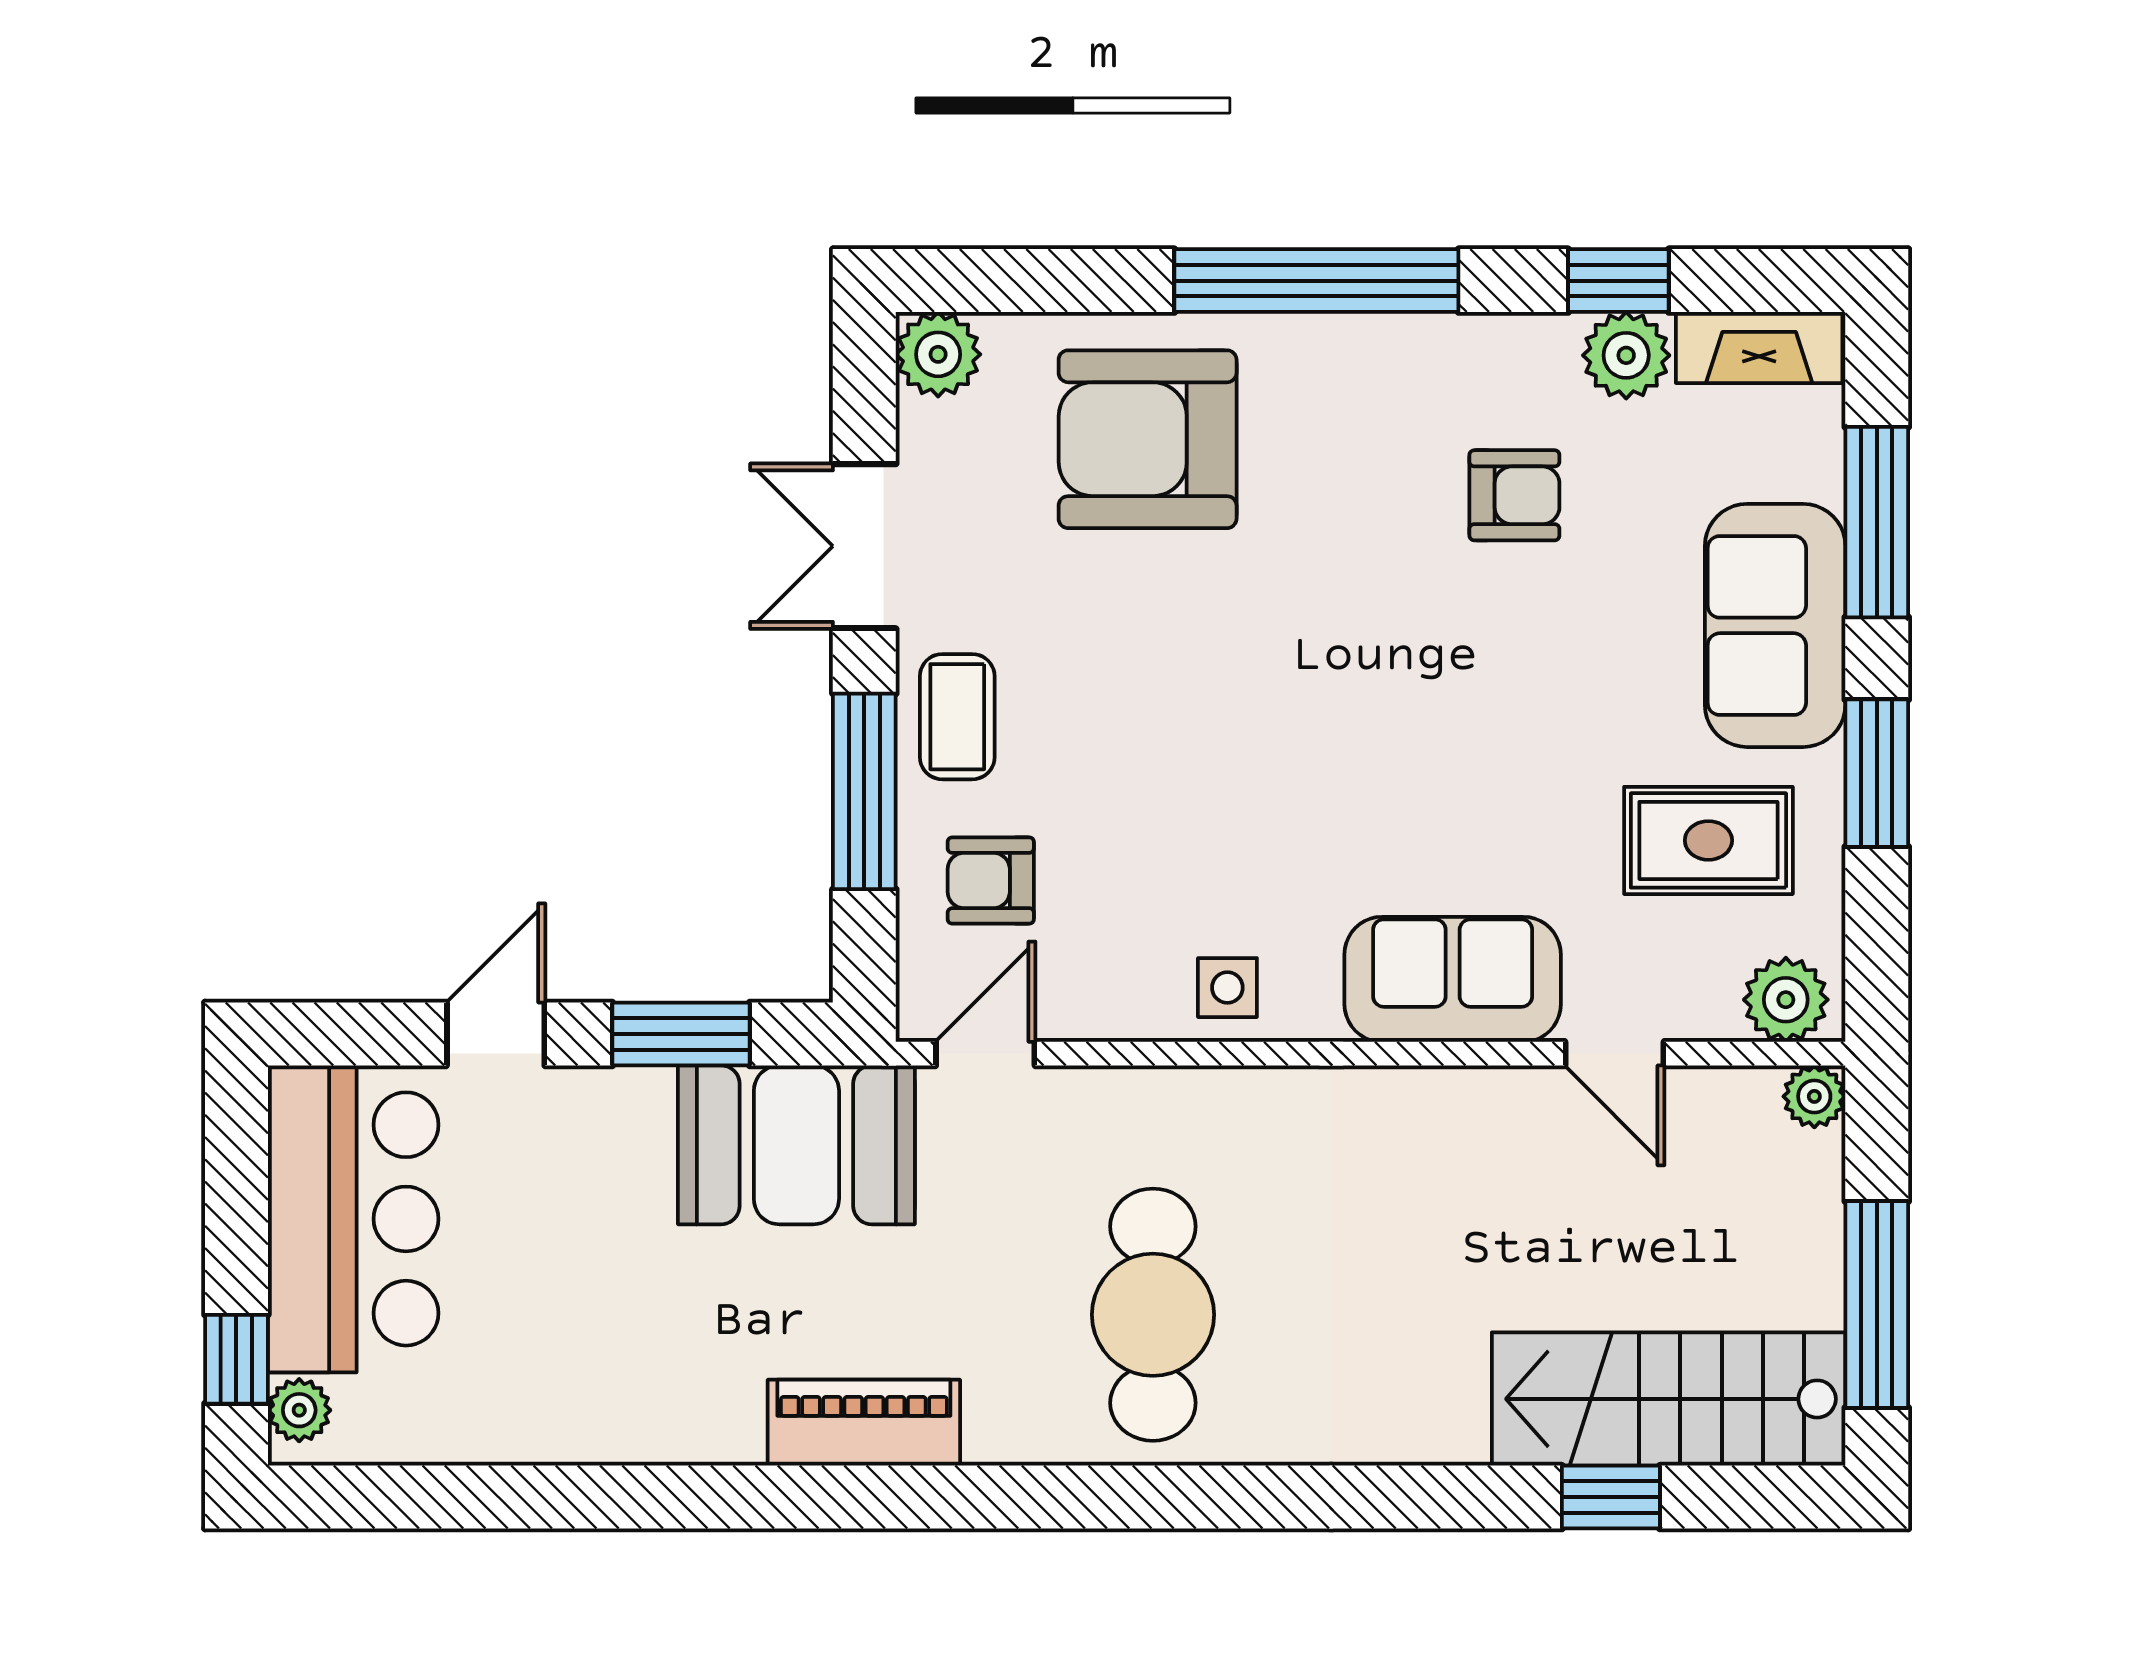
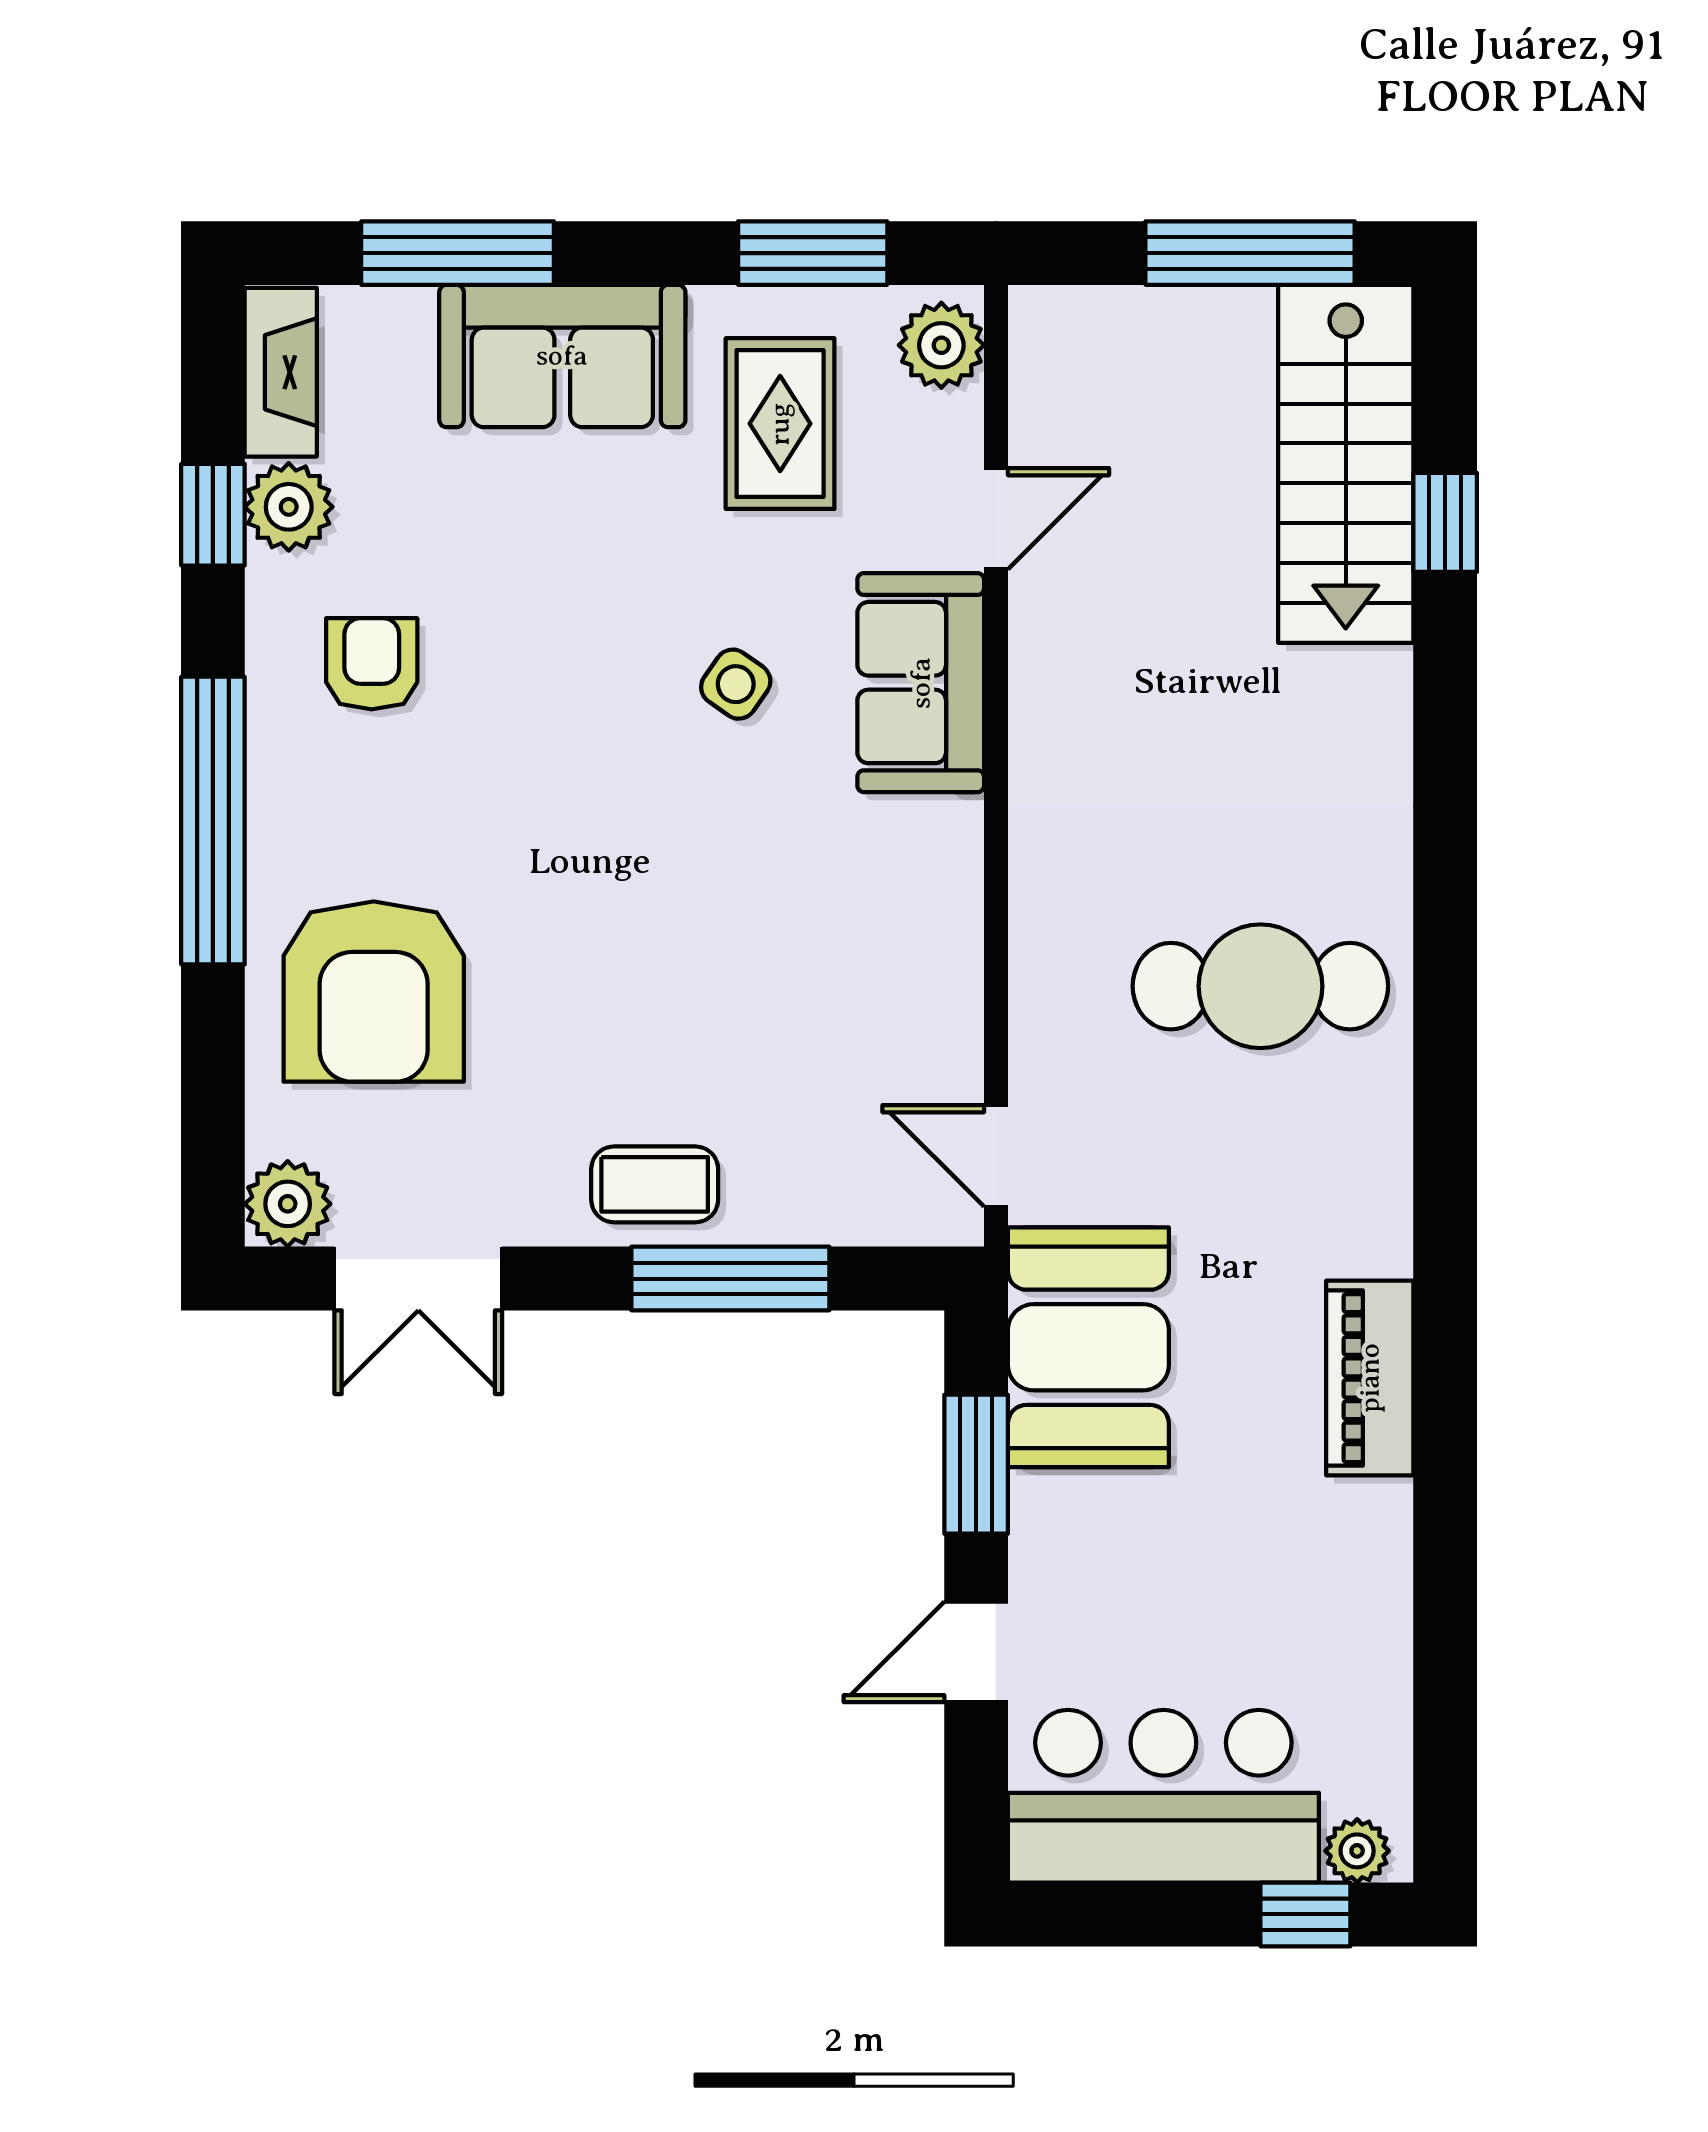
armchair: (1514, 495) -> (372, 664), moved
double door: (864, 546) -> (418, 1279), moved
window: (1877, 773) -> (813, 253), moved
armchair: (991, 881) -> (821, 1150), removed
side table: (1227, 988) -> (736, 684), moved, turned 35
door: (496, 1034) -> (976, 1652), hinge flipped
plant: (1814, 1096) -> (1039, 316), removed
piano: (864, 1423) -> (1370, 1378), moved

